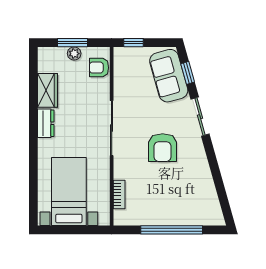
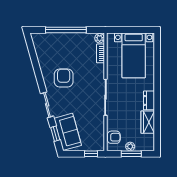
armchair: (163, 148) -> (64, 78), moved
plant: (120, 217) -> (100, 38), added

